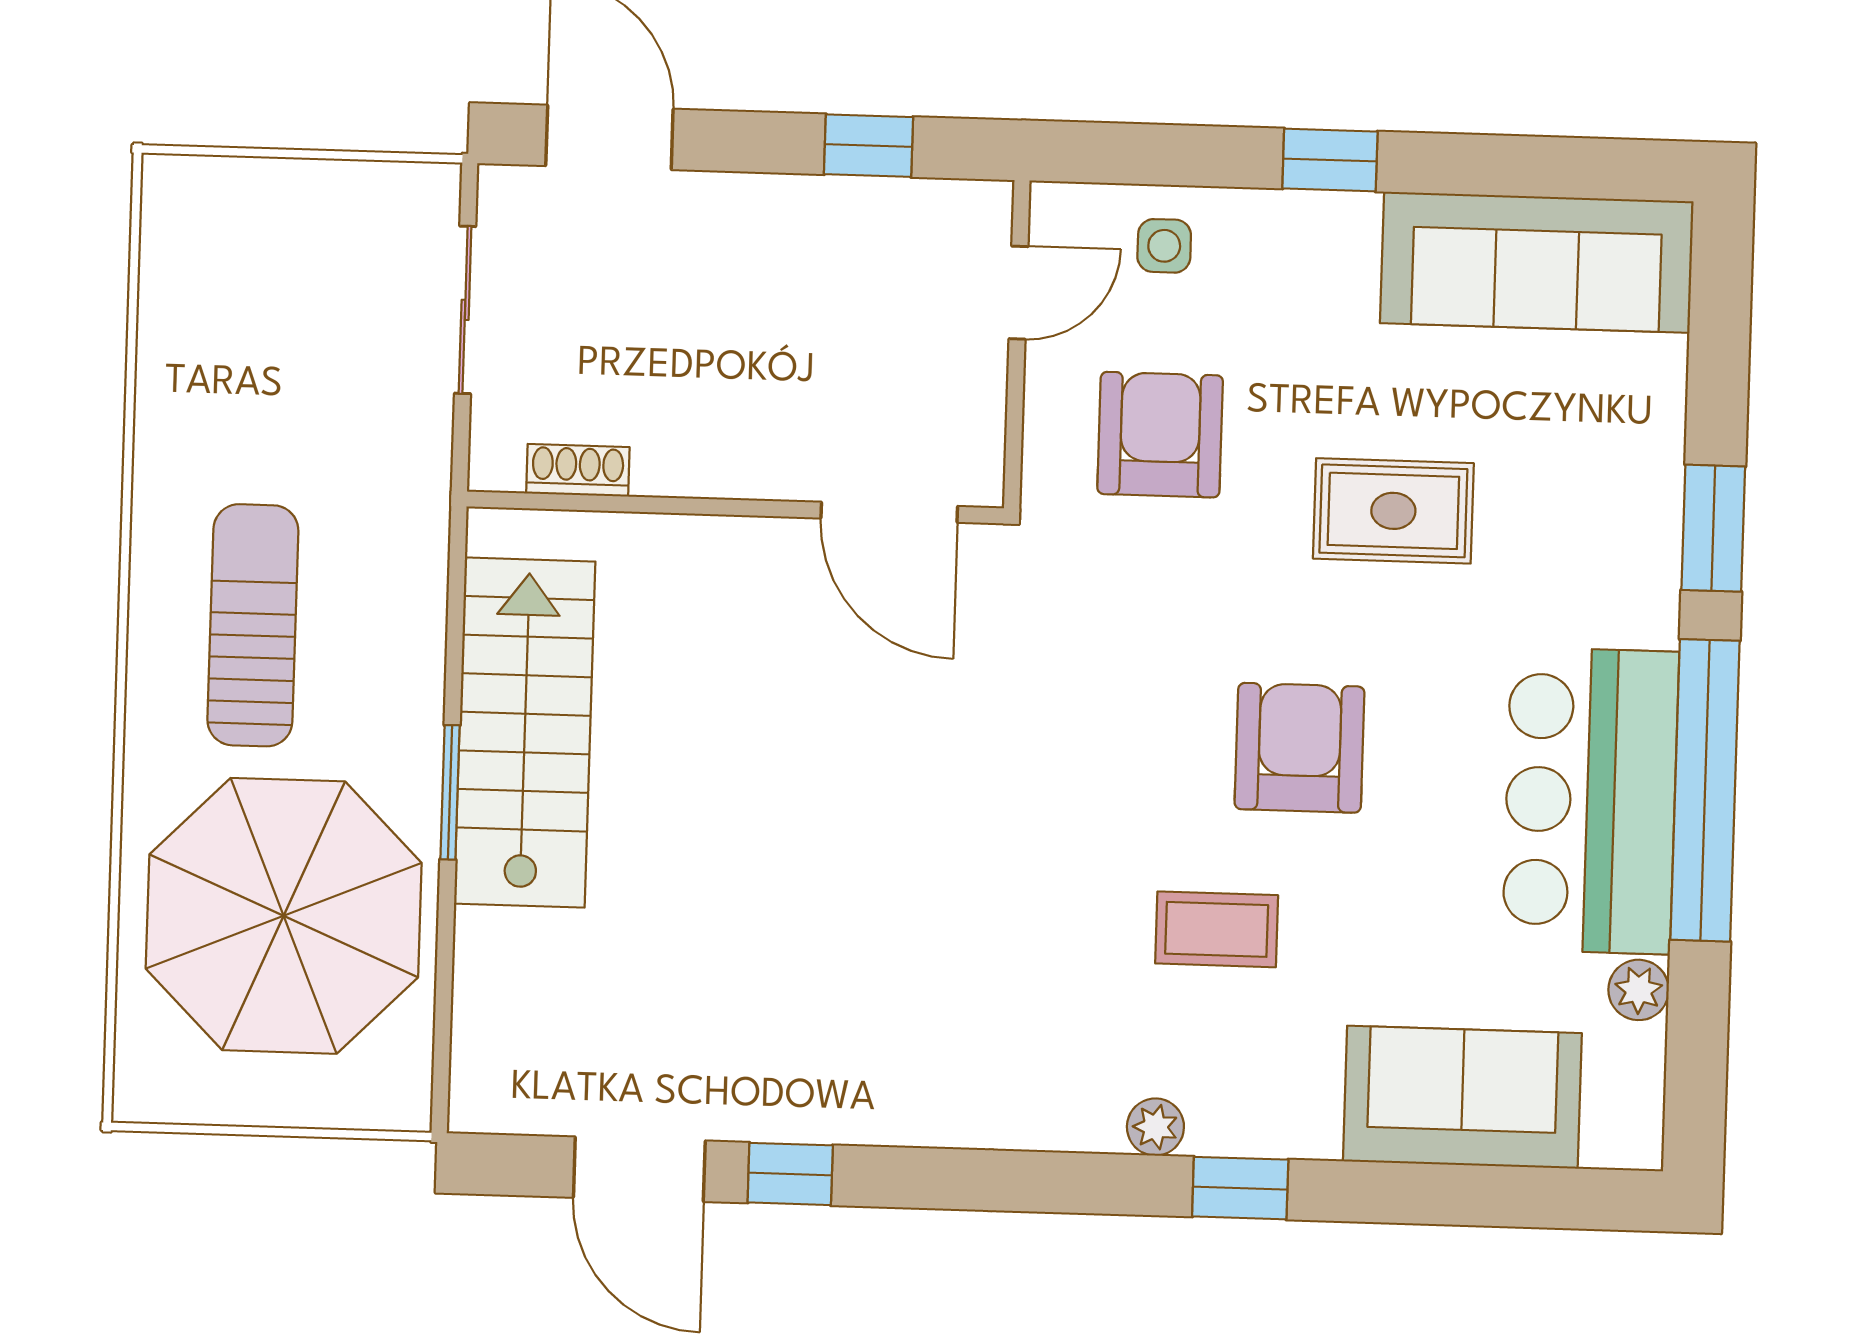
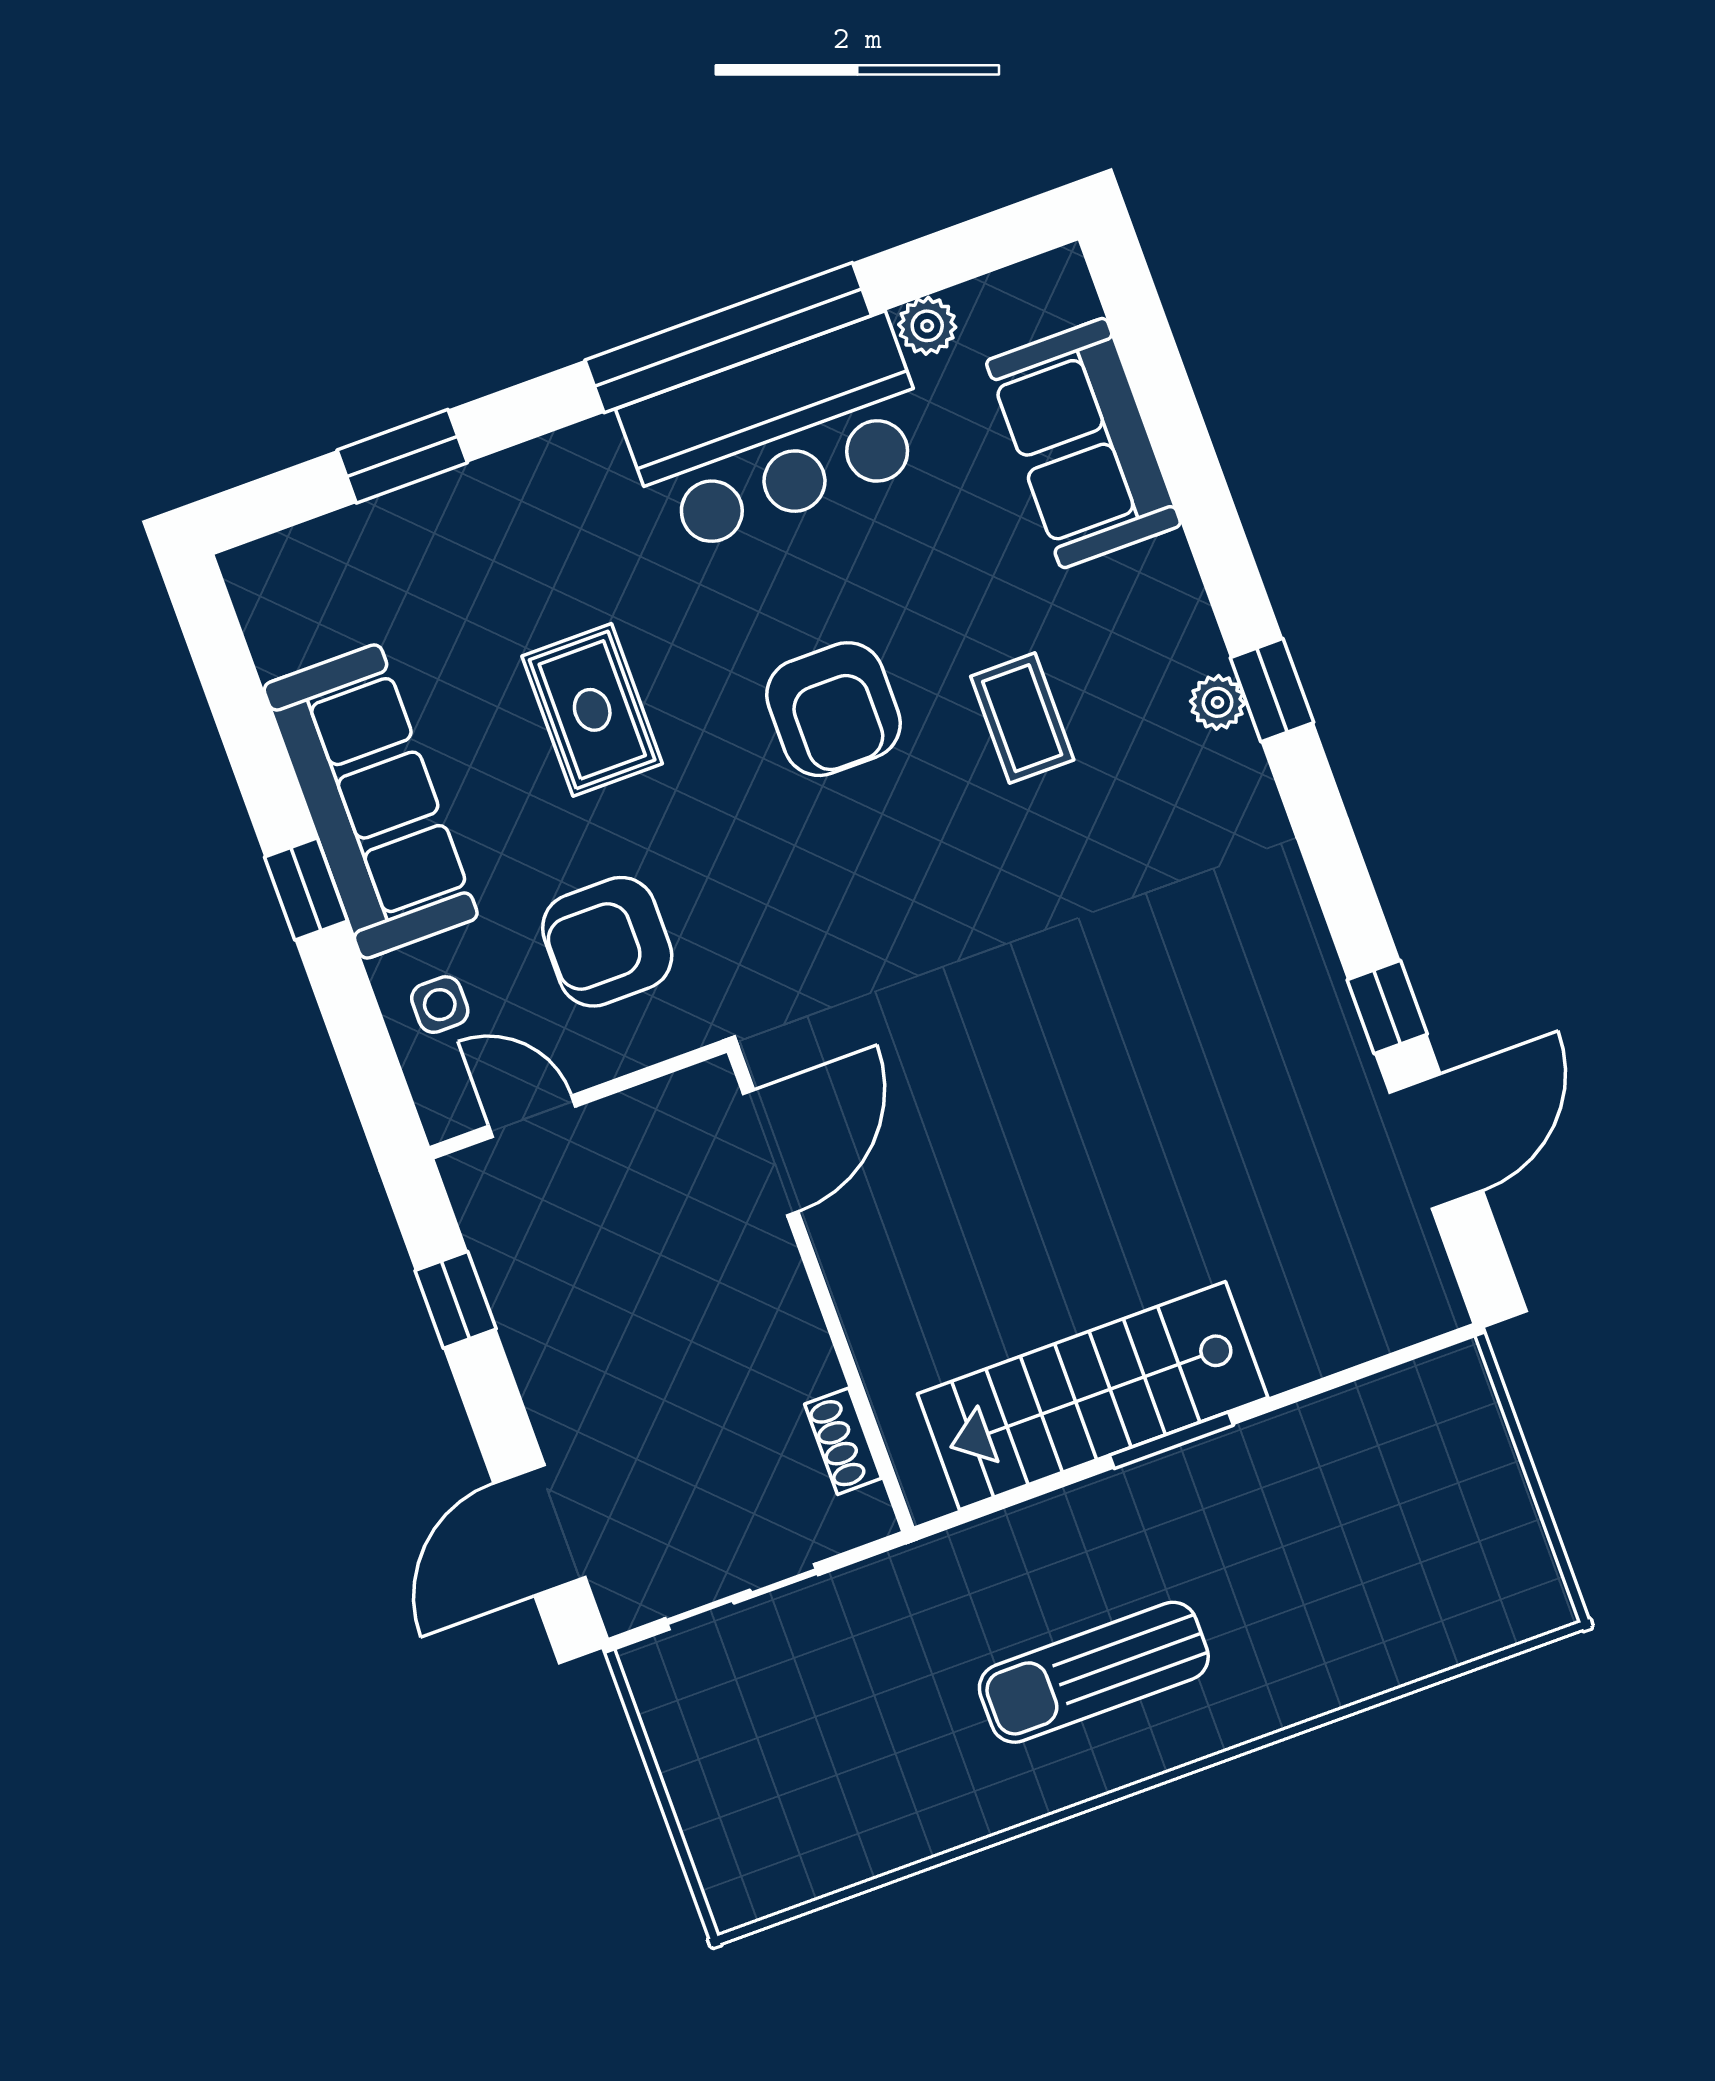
sofa: (1537, 262) -> (371, 801), moved
window: (1713, 528) -> (402, 456), moved
armchair: (1300, 748) -> (833, 709), turned -90
parasol: (284, 916) -> (1338, 1543), removed
window: (1240, 1188) -> (1272, 690), moved

